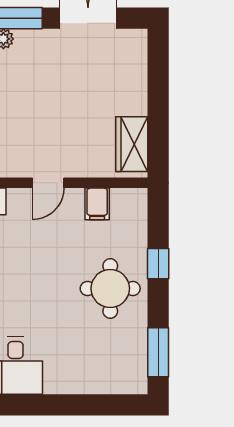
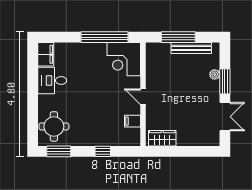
round table: (110, 288) -> (54, 126), moved

